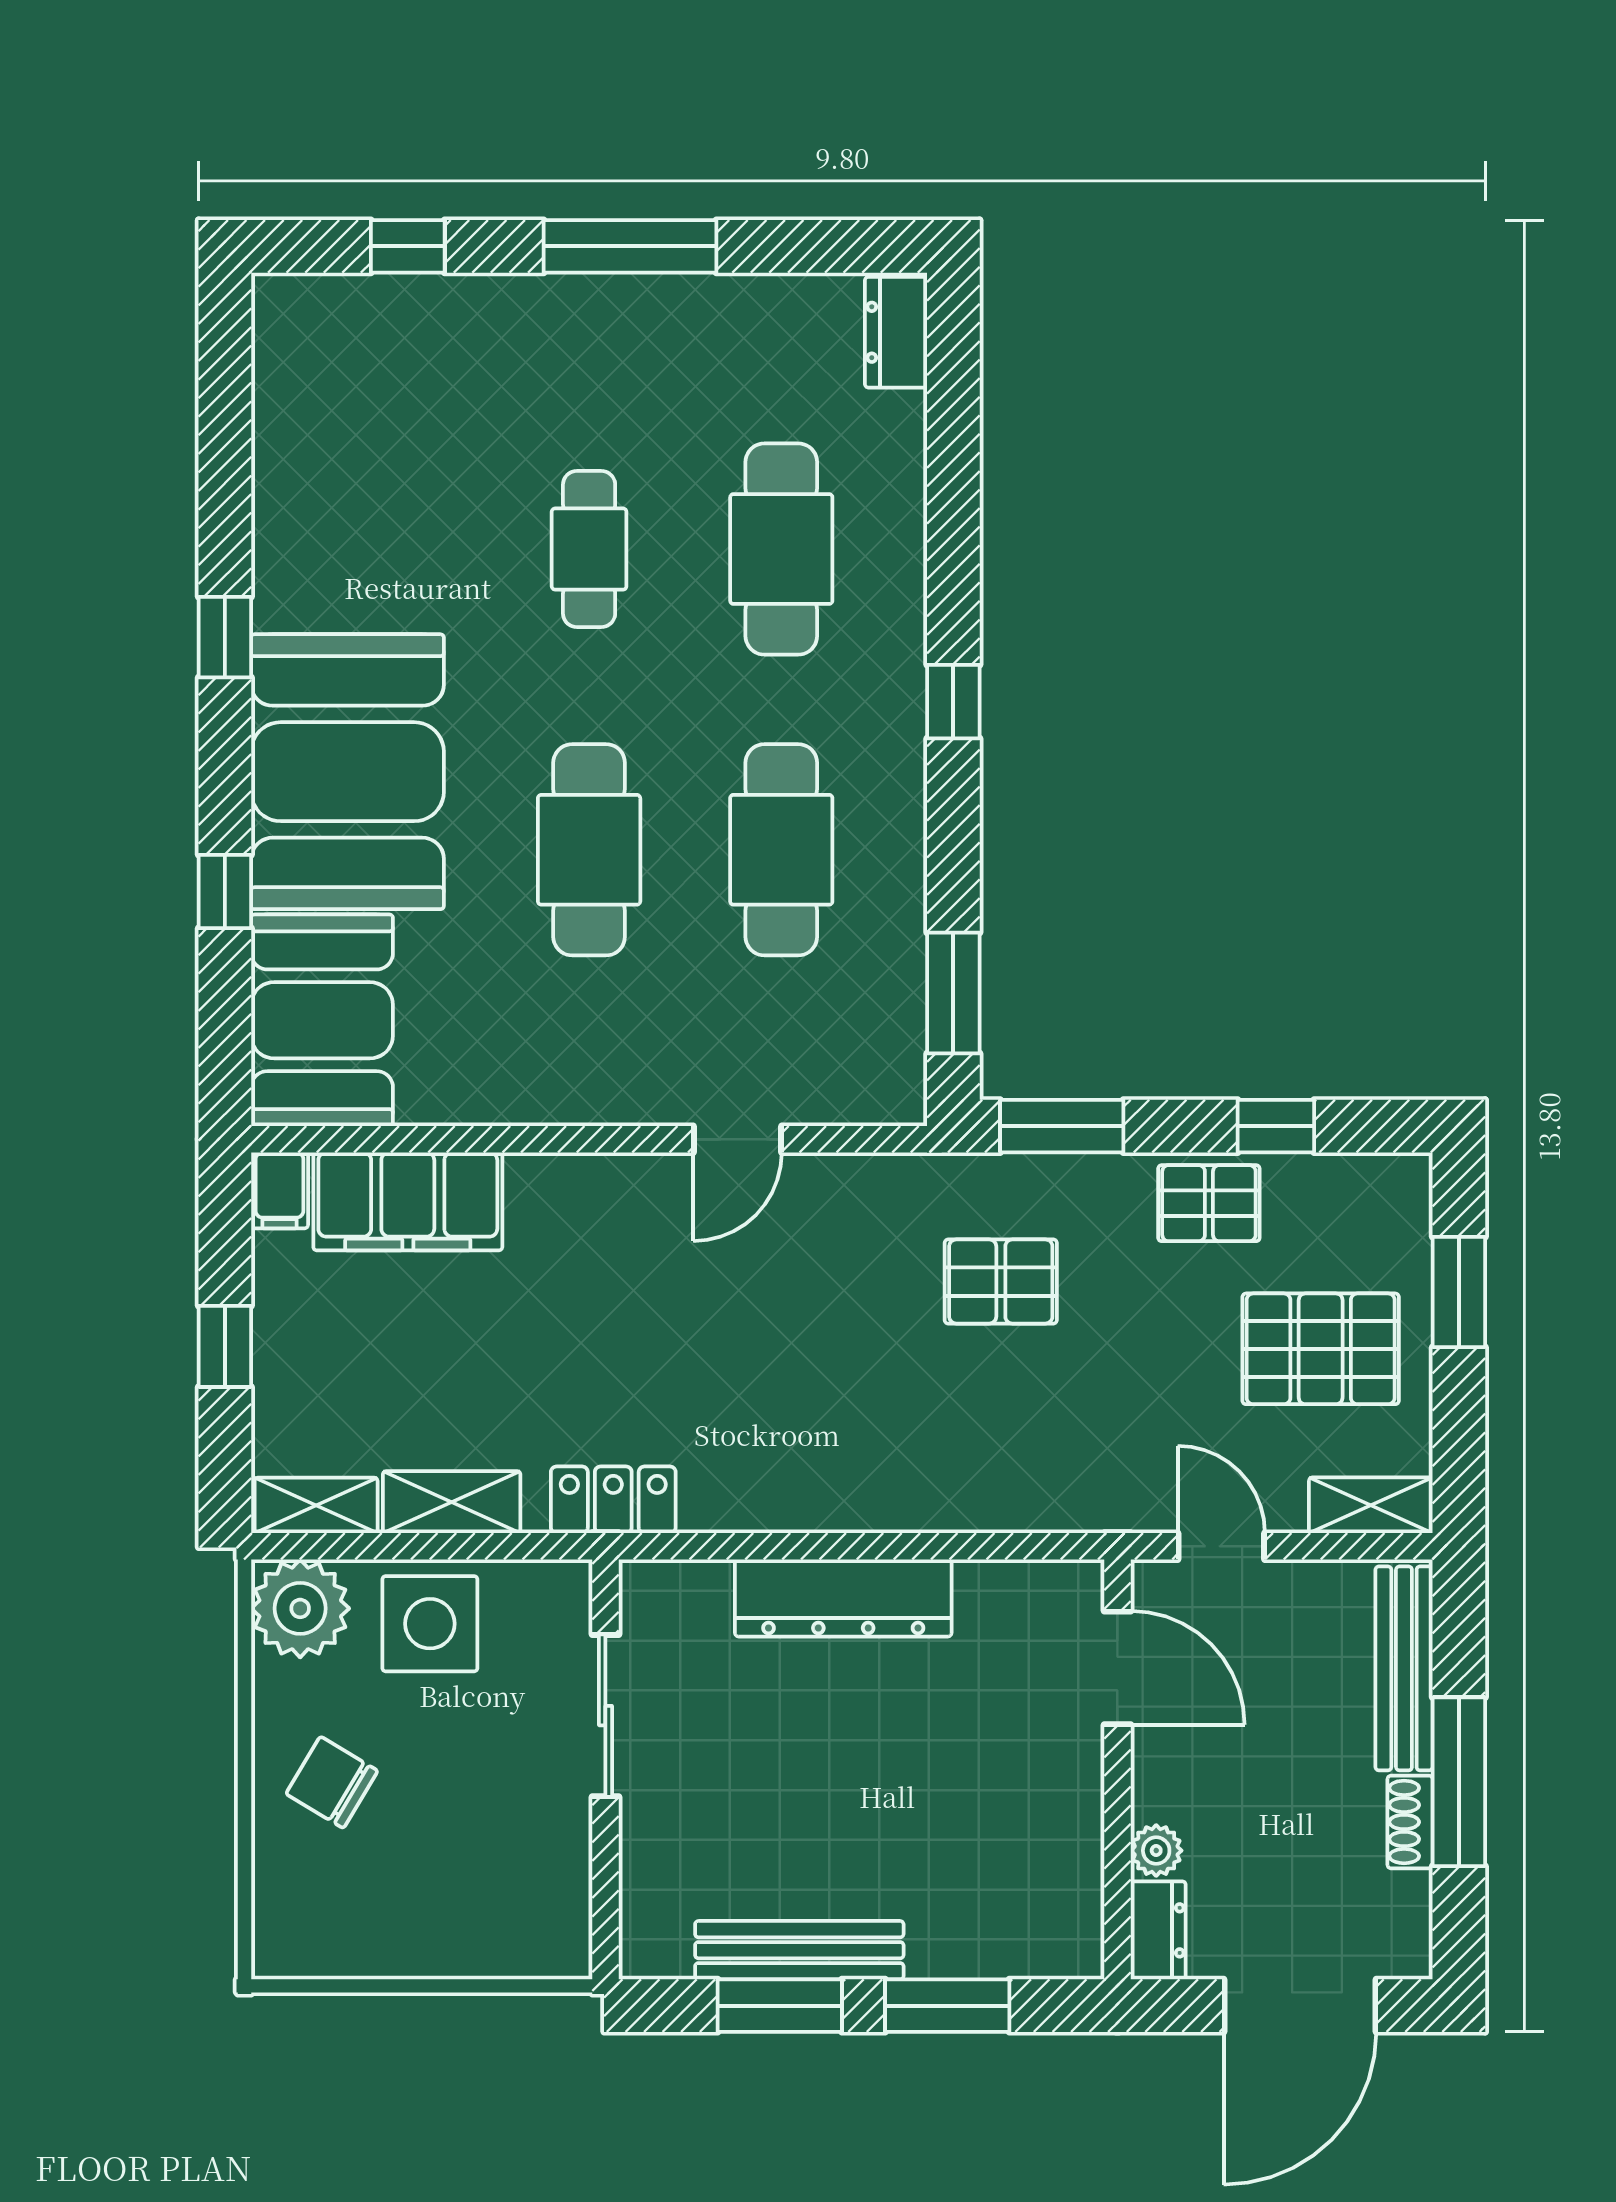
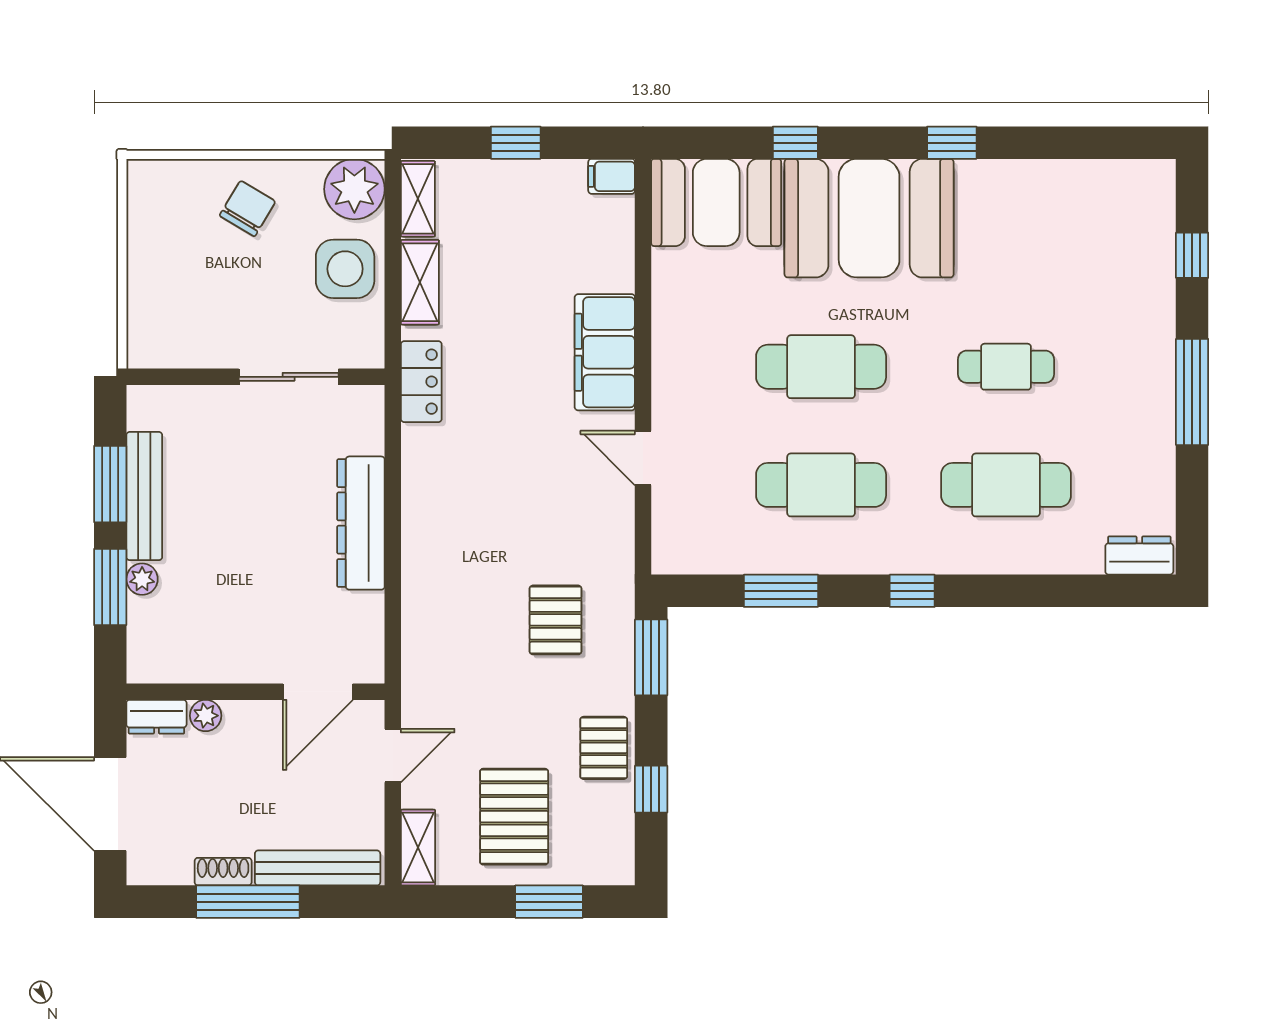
window: (953, 993) -> (781, 591), moved
filing cabinet: (408, 1201) -> (605, 352), moved
plant: (934, 1954) -> (142, 579), added

